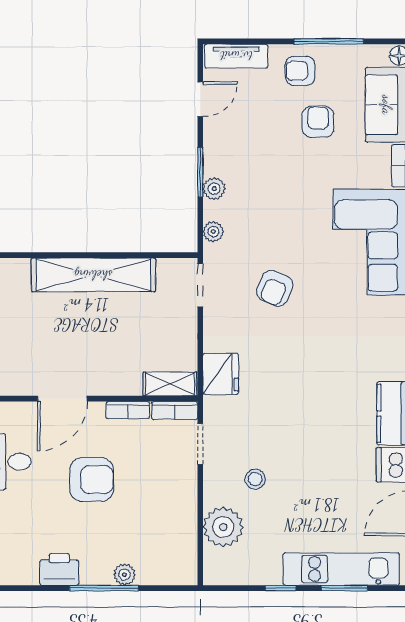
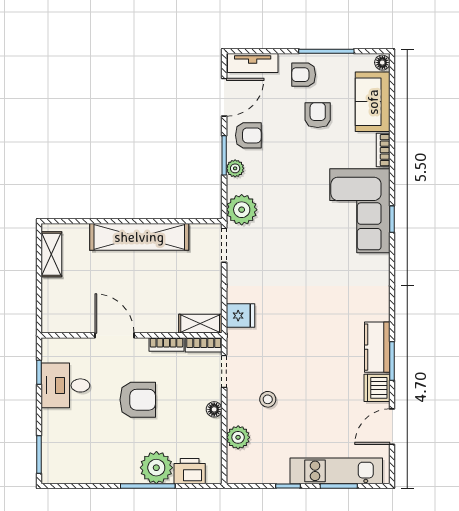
door: (200, 99) -> (224, 97), width x1.38
plant: (213, 232) -> (242, 210), width x1.88, depth x1.88
armchair: (275, 288) -> (248, 135), moved, turned -112
fridge: (221, 374) -> (240, 316), width x0.72
door: (62, 399) -> (115, 335), swing flipped
floor lamp: (188, 492) -> (214, 409), added
plant: (223, 527) -> (238, 437), width x0.73, depth x0.73
printer: (59, 569) -> (190, 471), moved
plant: (124, 575) -> (156, 468), width x1.88, depth x1.88

